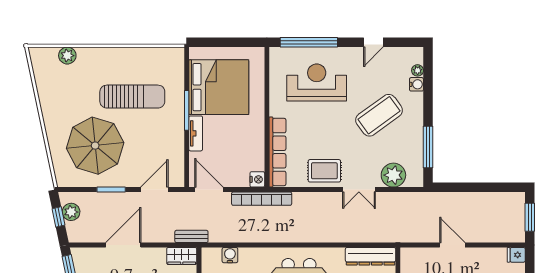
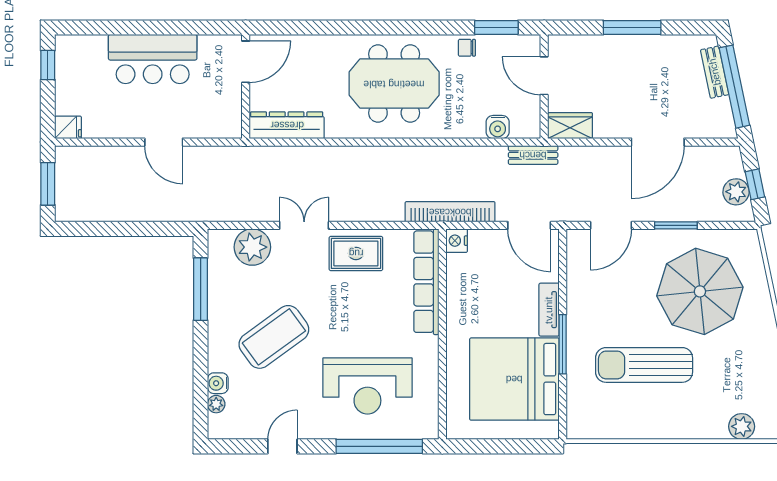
bench: (191, 236) -> (533, 155), moved

